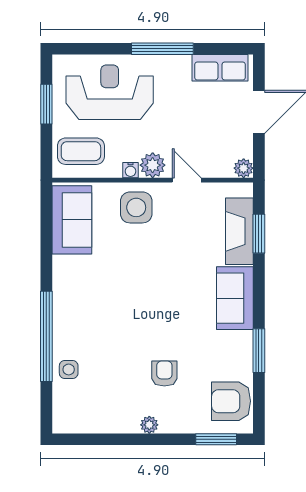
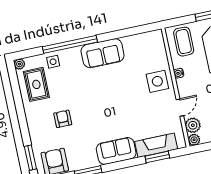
plant: (153, 165) -> (193, 125), moved
sofa: (72, 220) -> (103, 53), moved
armchair: (164, 374) -> (63, 119), turned -90
rug: (100, 404) -> (36, 84), added
plant: (149, 425) -> (19, 64), moved

